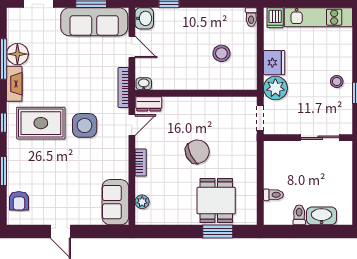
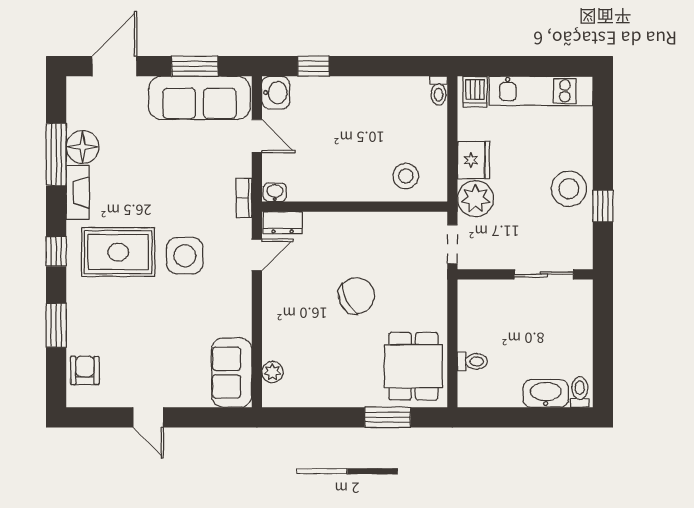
stool: (221, 53) -> (406, 176), moved
stool: (337, 81) -> (569, 189), width x1.89, depth x1.89
bookcase: (123, 88) -> (244, 198), width x0.64
bookcase: (141, 162) -> (270, 312), removed
armchair: (19, 201) -> (85, 370), turned 180
dining table: (216, 201) -> (413, 366), moved
toilet: (299, 215) -> (580, 392), moved

